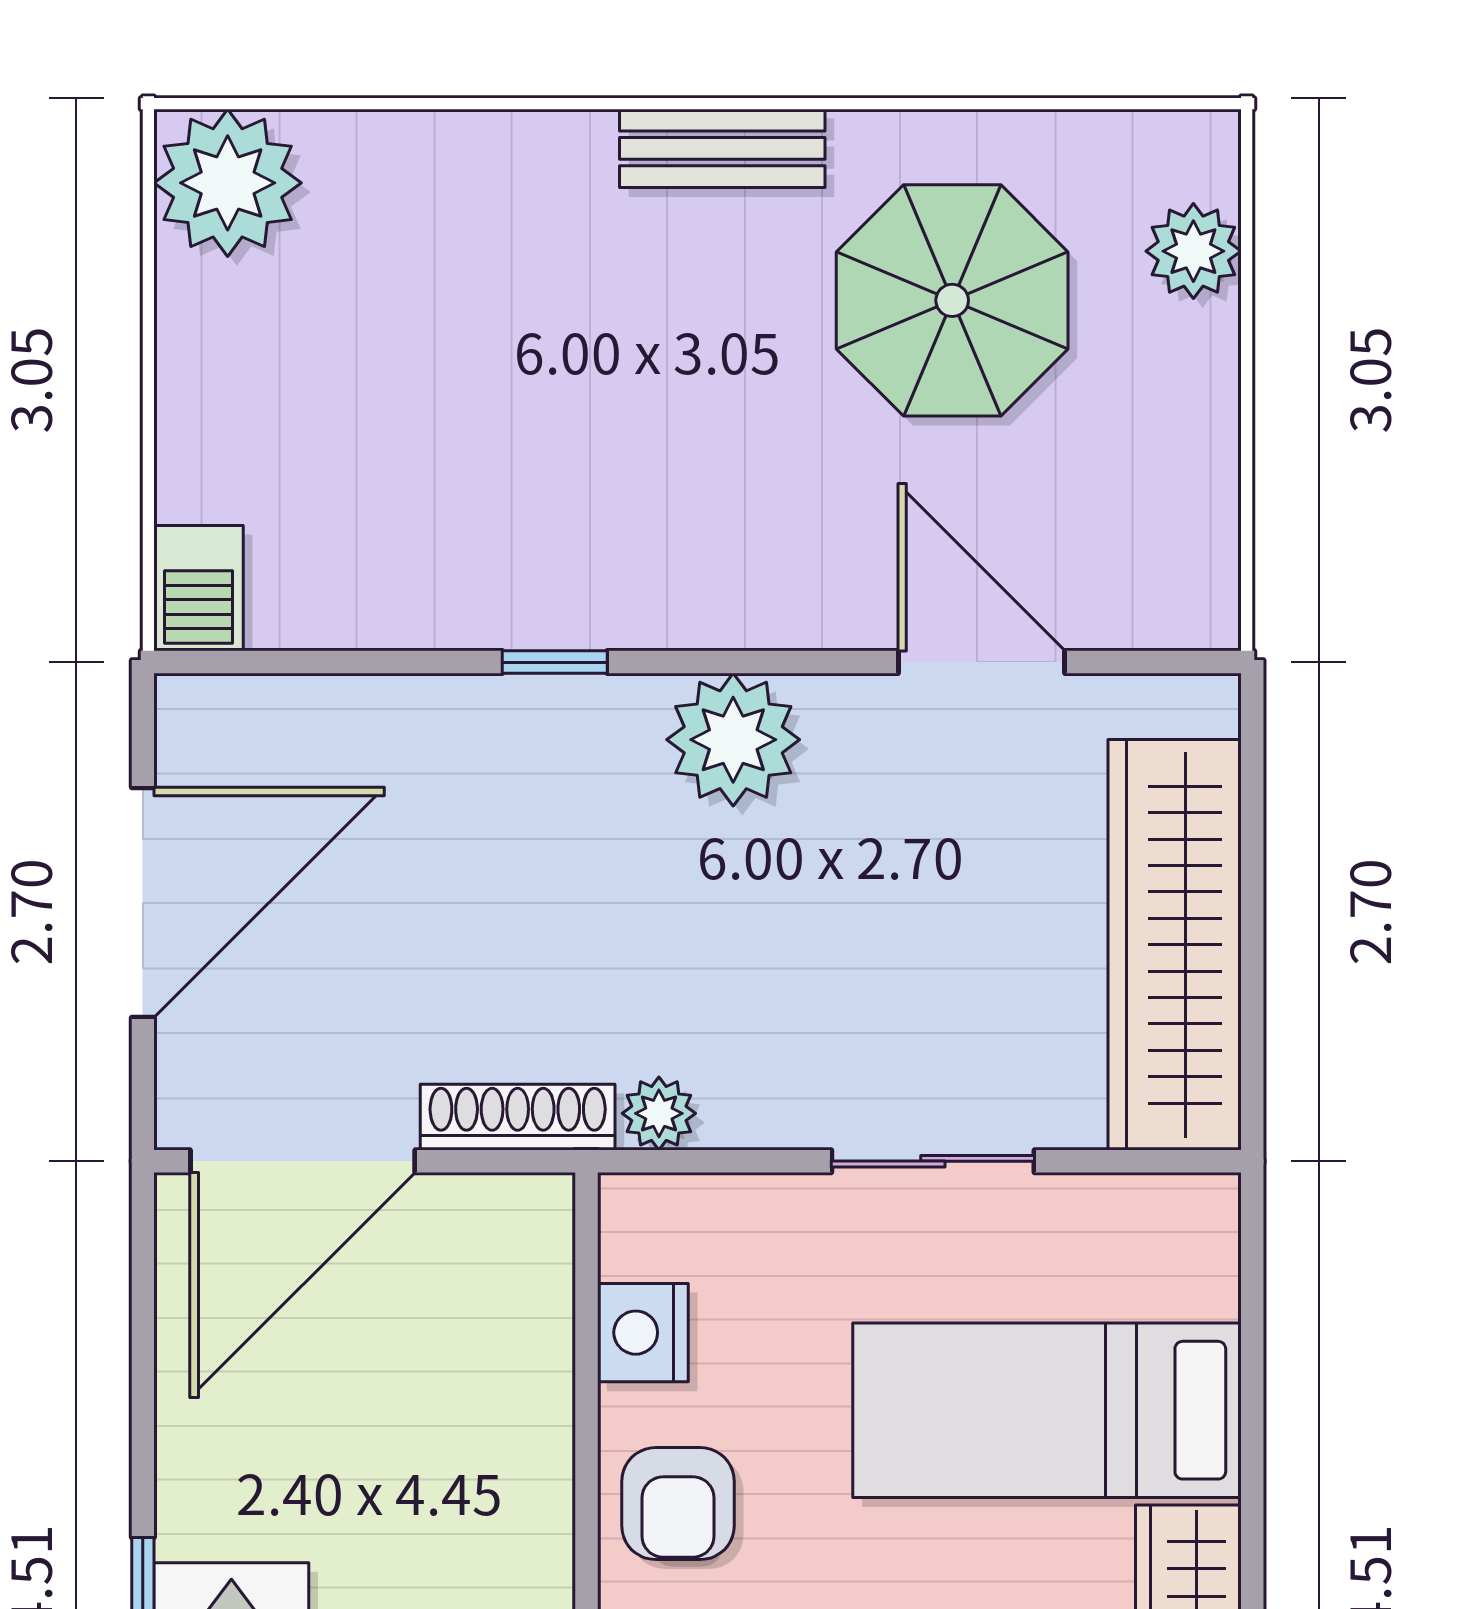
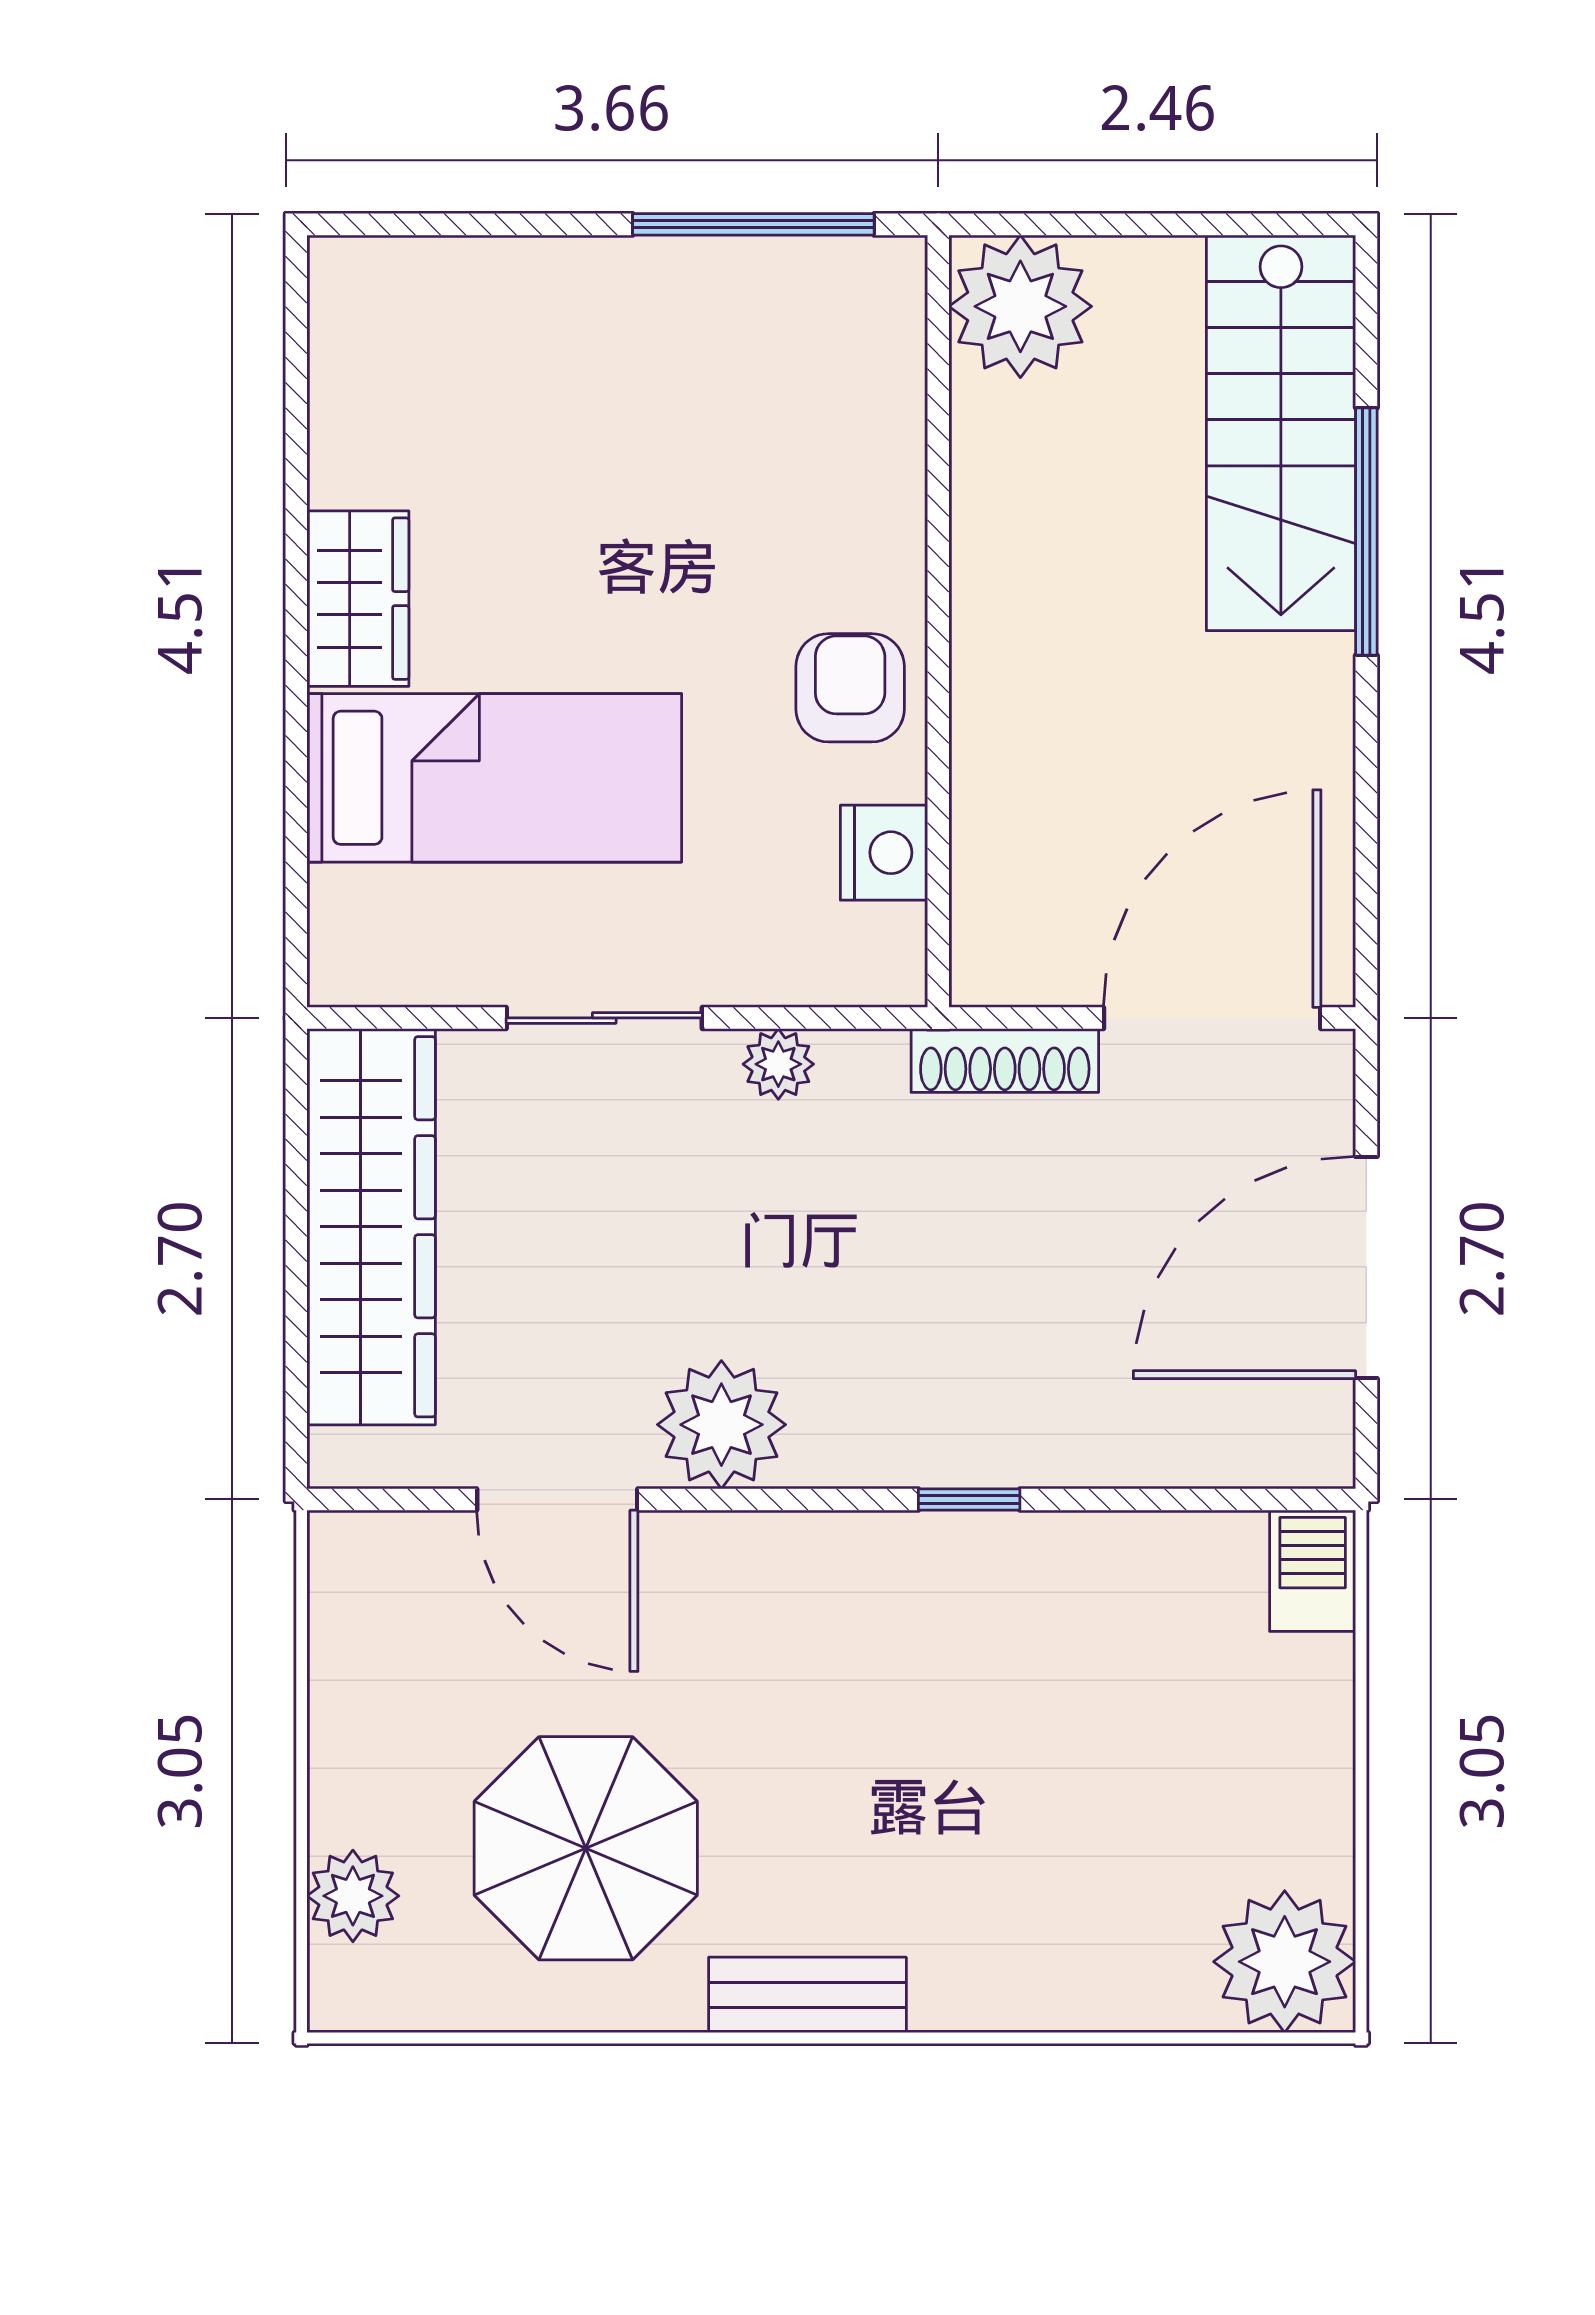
plant: (733, 740) -> (721, 1425), moved
plant: (659, 1113) -> (778, 1064), moved

